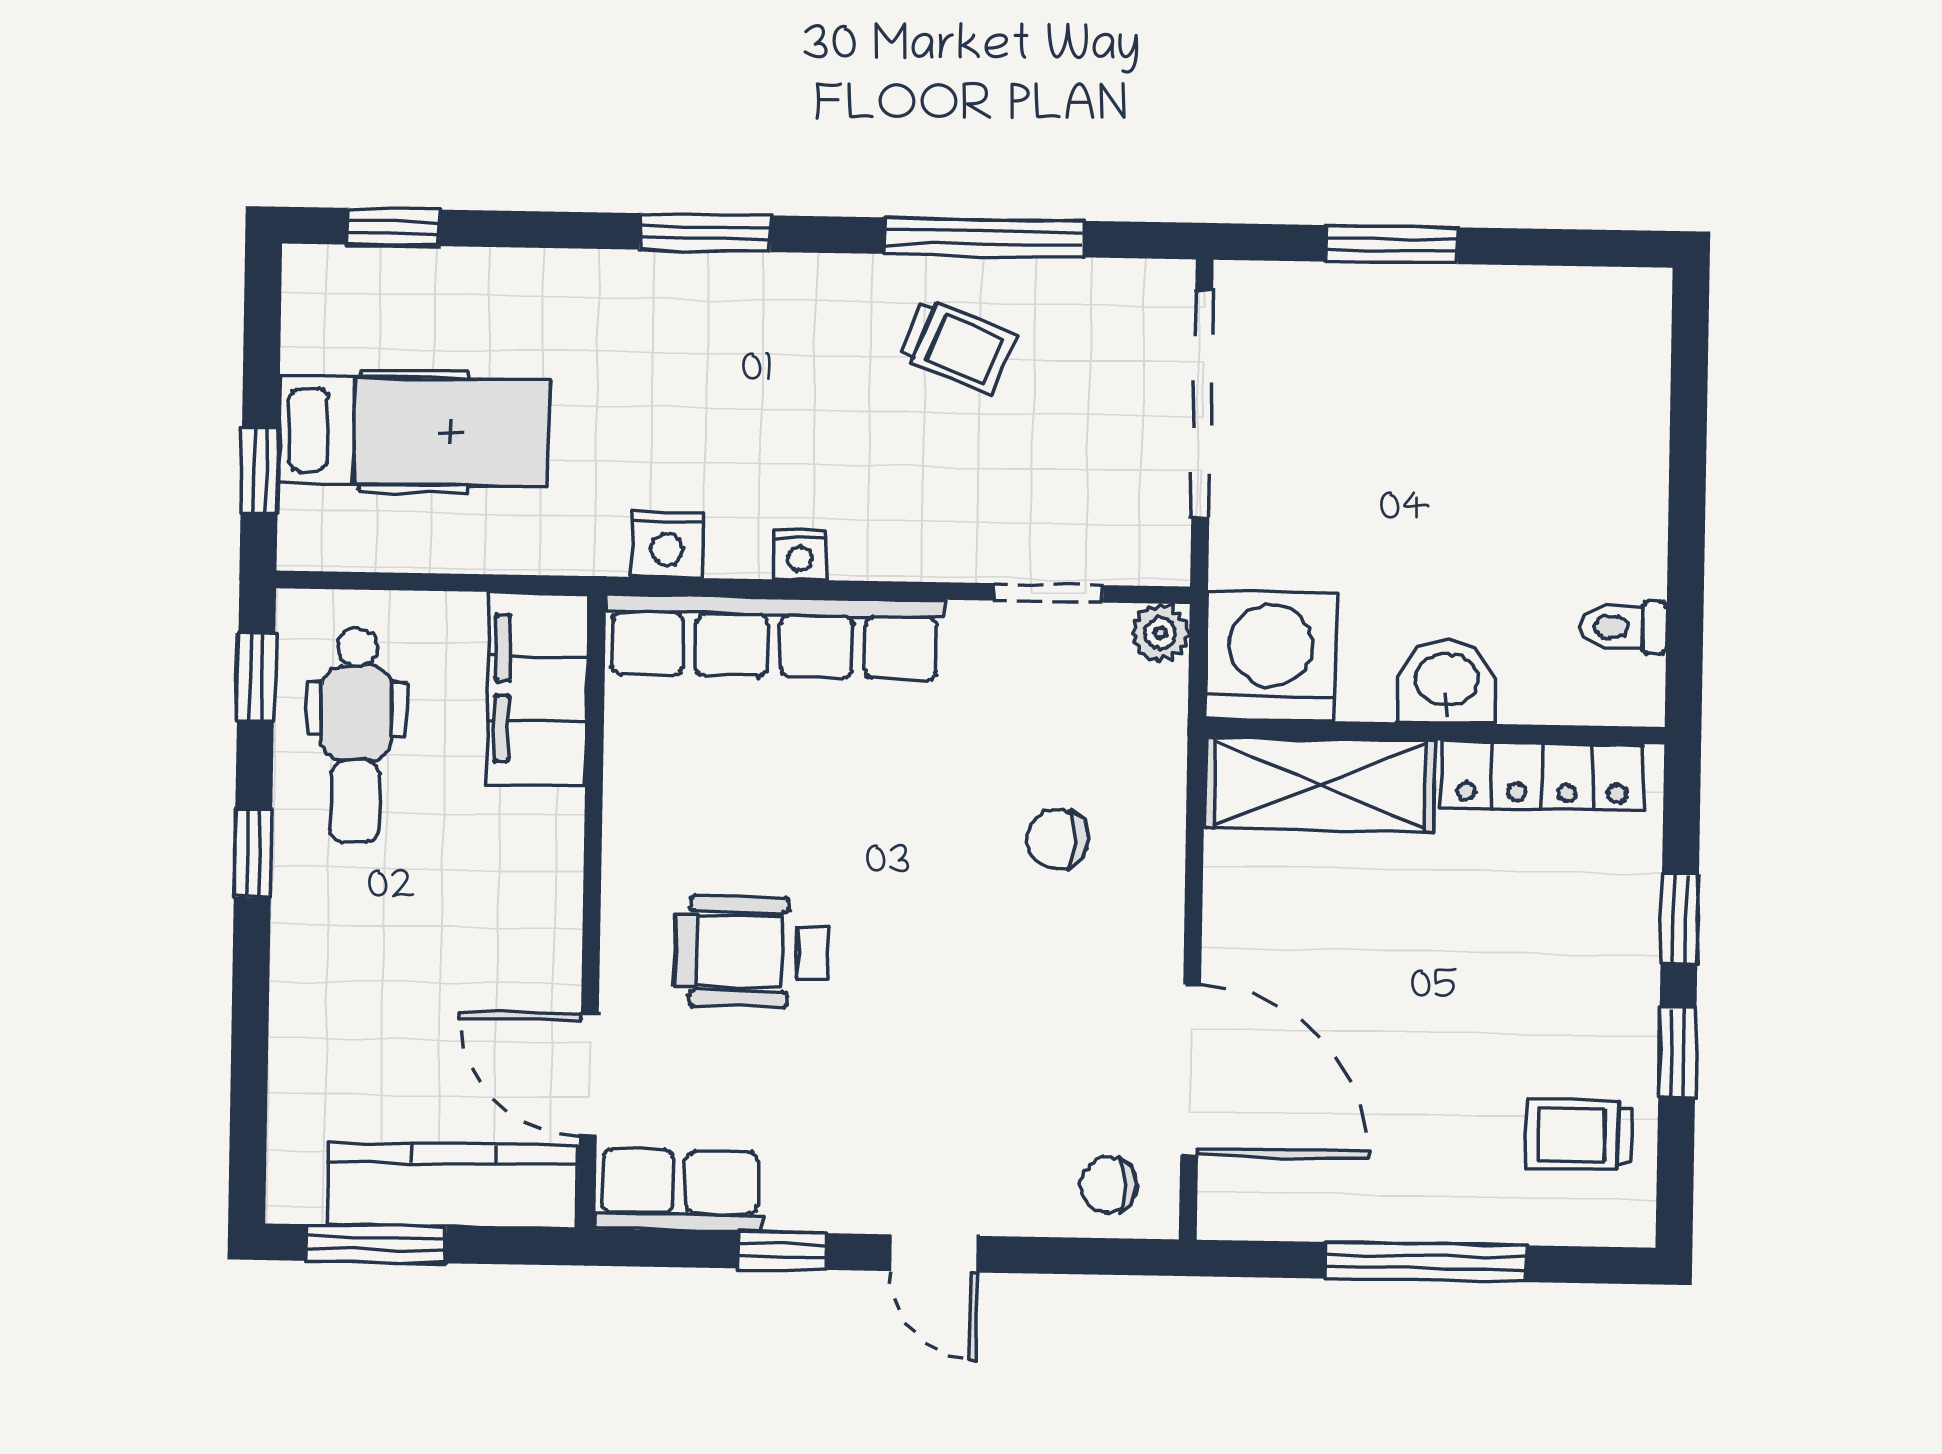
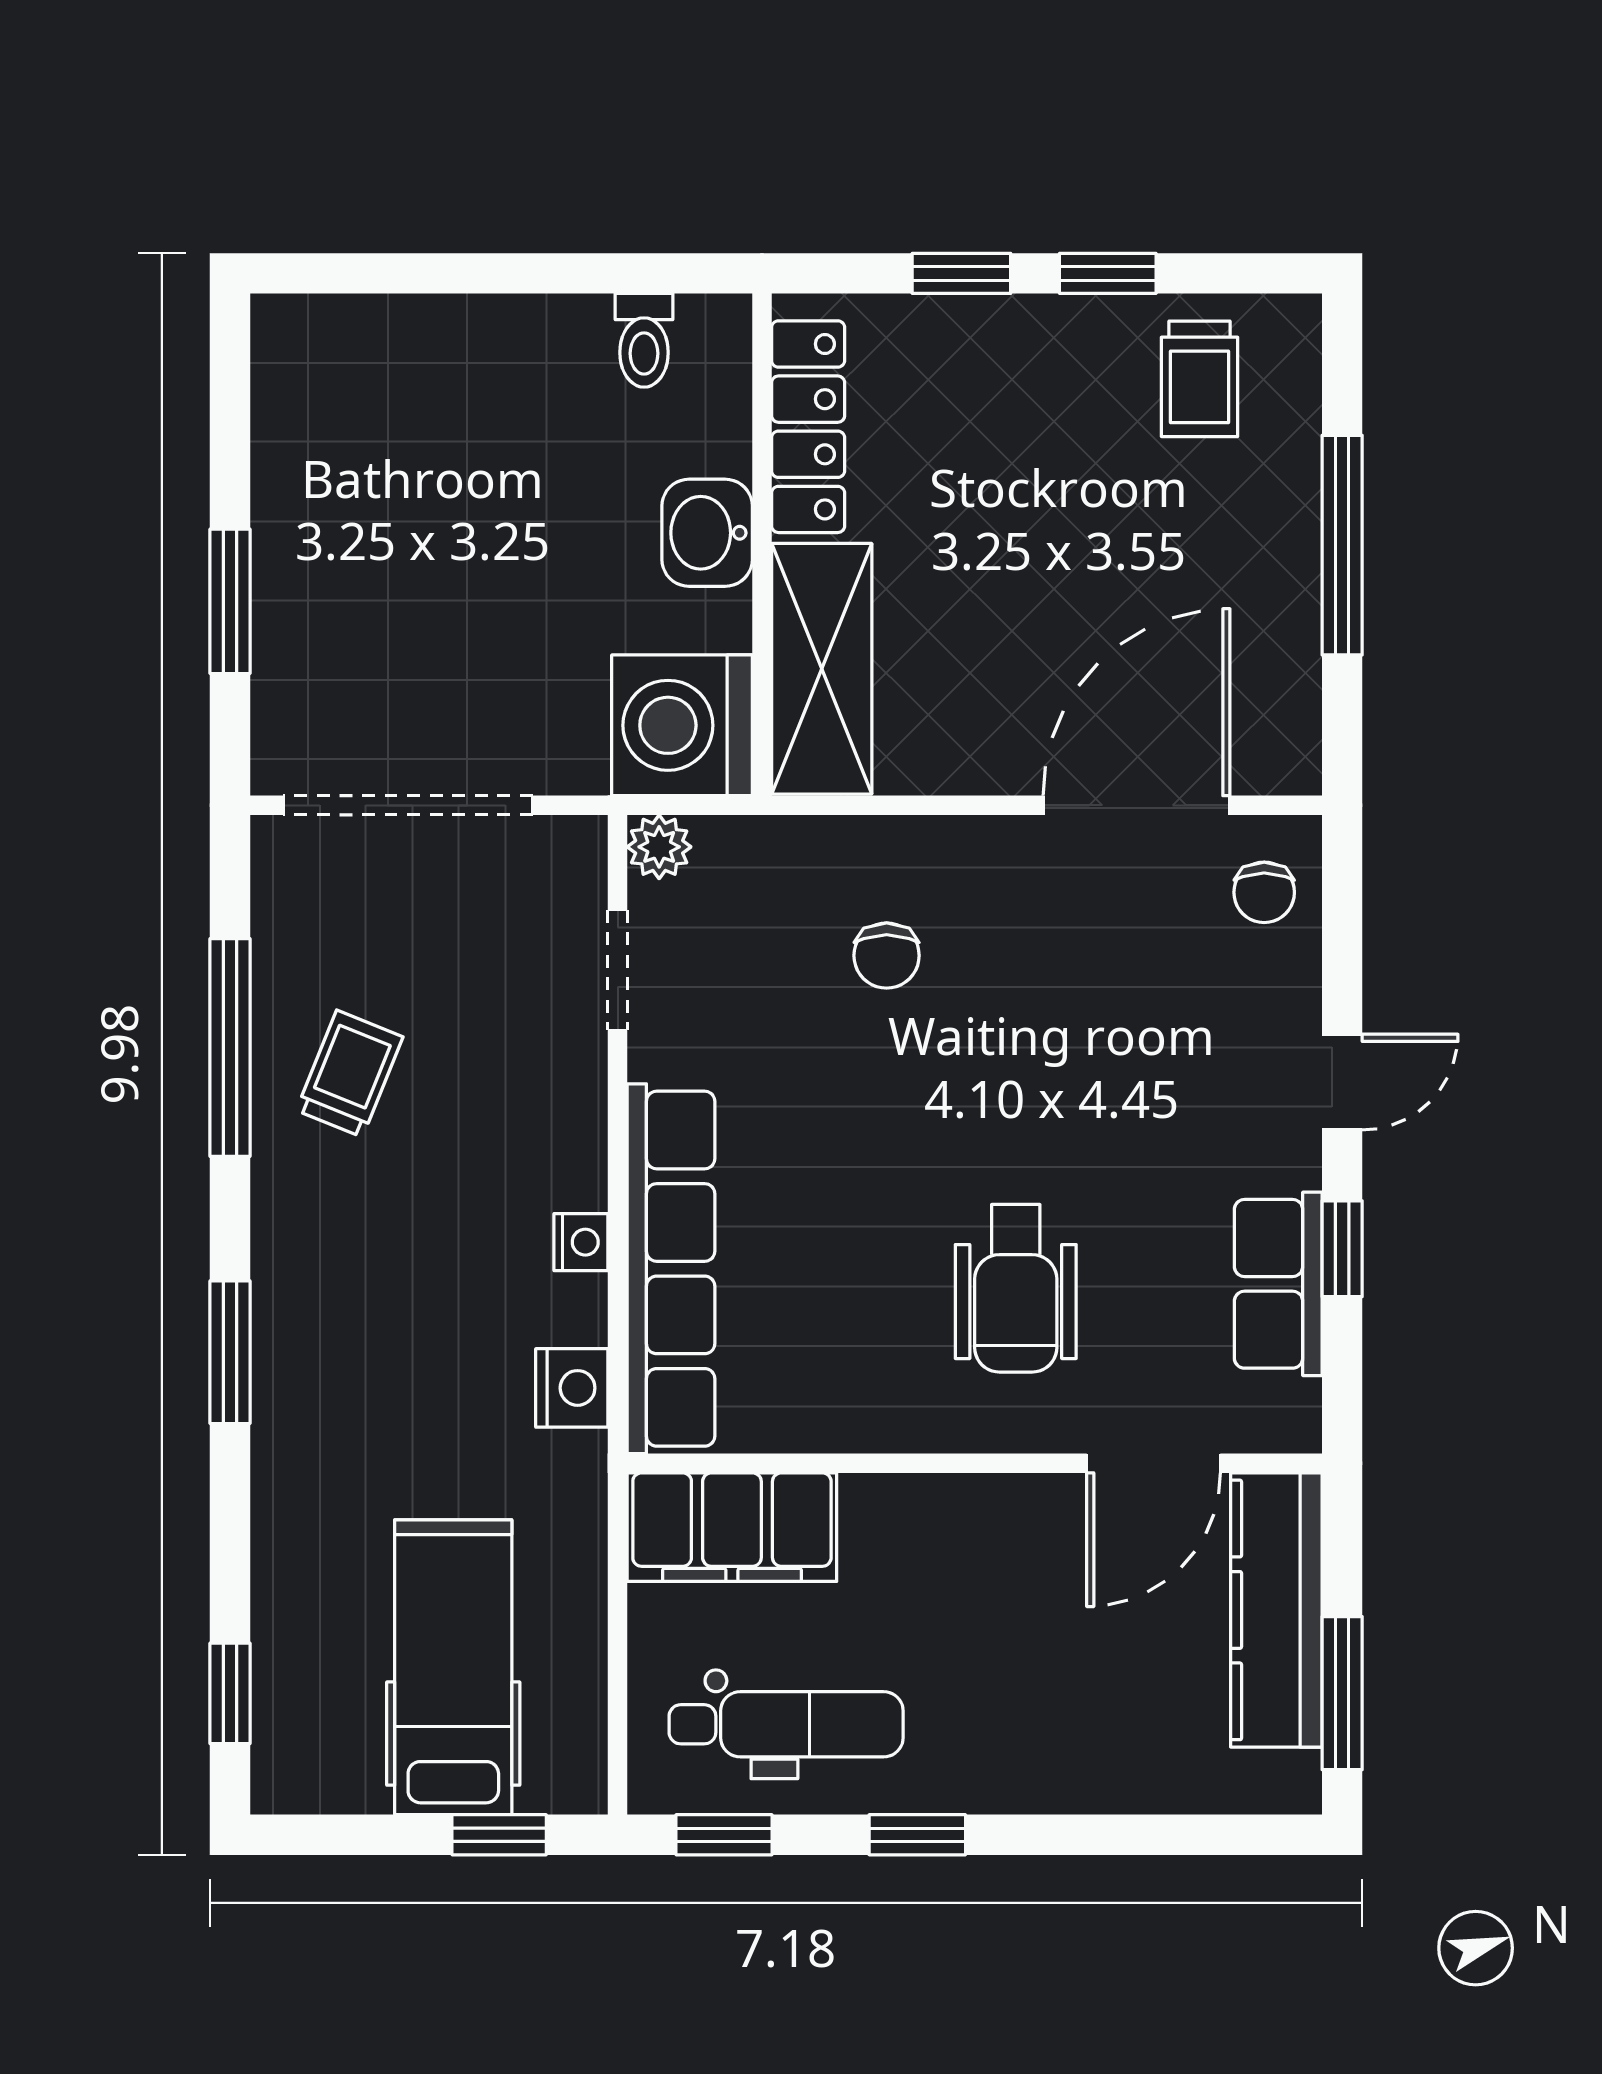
row of seats: (680, 1191) -> (1278, 1284), moved

